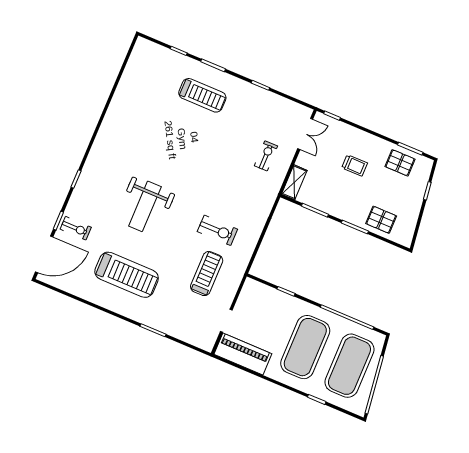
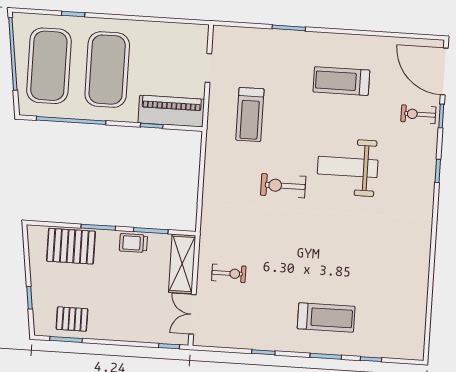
treadmill: (202, 95) -> (326, 318), turned 180
exercise bike: (266, 156) -> (229, 273), turned -90
trolley: (355, 165) -> (133, 243), moved
shelving: (294, 182) -> (182, 264), width x1.50, depth x1.33
weight bench: (145, 206) -> (348, 167), turned -90
pallet: (381, 220) -> (71, 246), width x1.50, depth x1.42
exercise bike: (217, 230) -> (283, 186), moved
door: (44, 254) -> (444, 71), hinge flipped
treadmill: (127, 275) -> (341, 81), width x0.73, depth x0.73
piano: (243, 354) -> (171, 111), moved, turned 180

